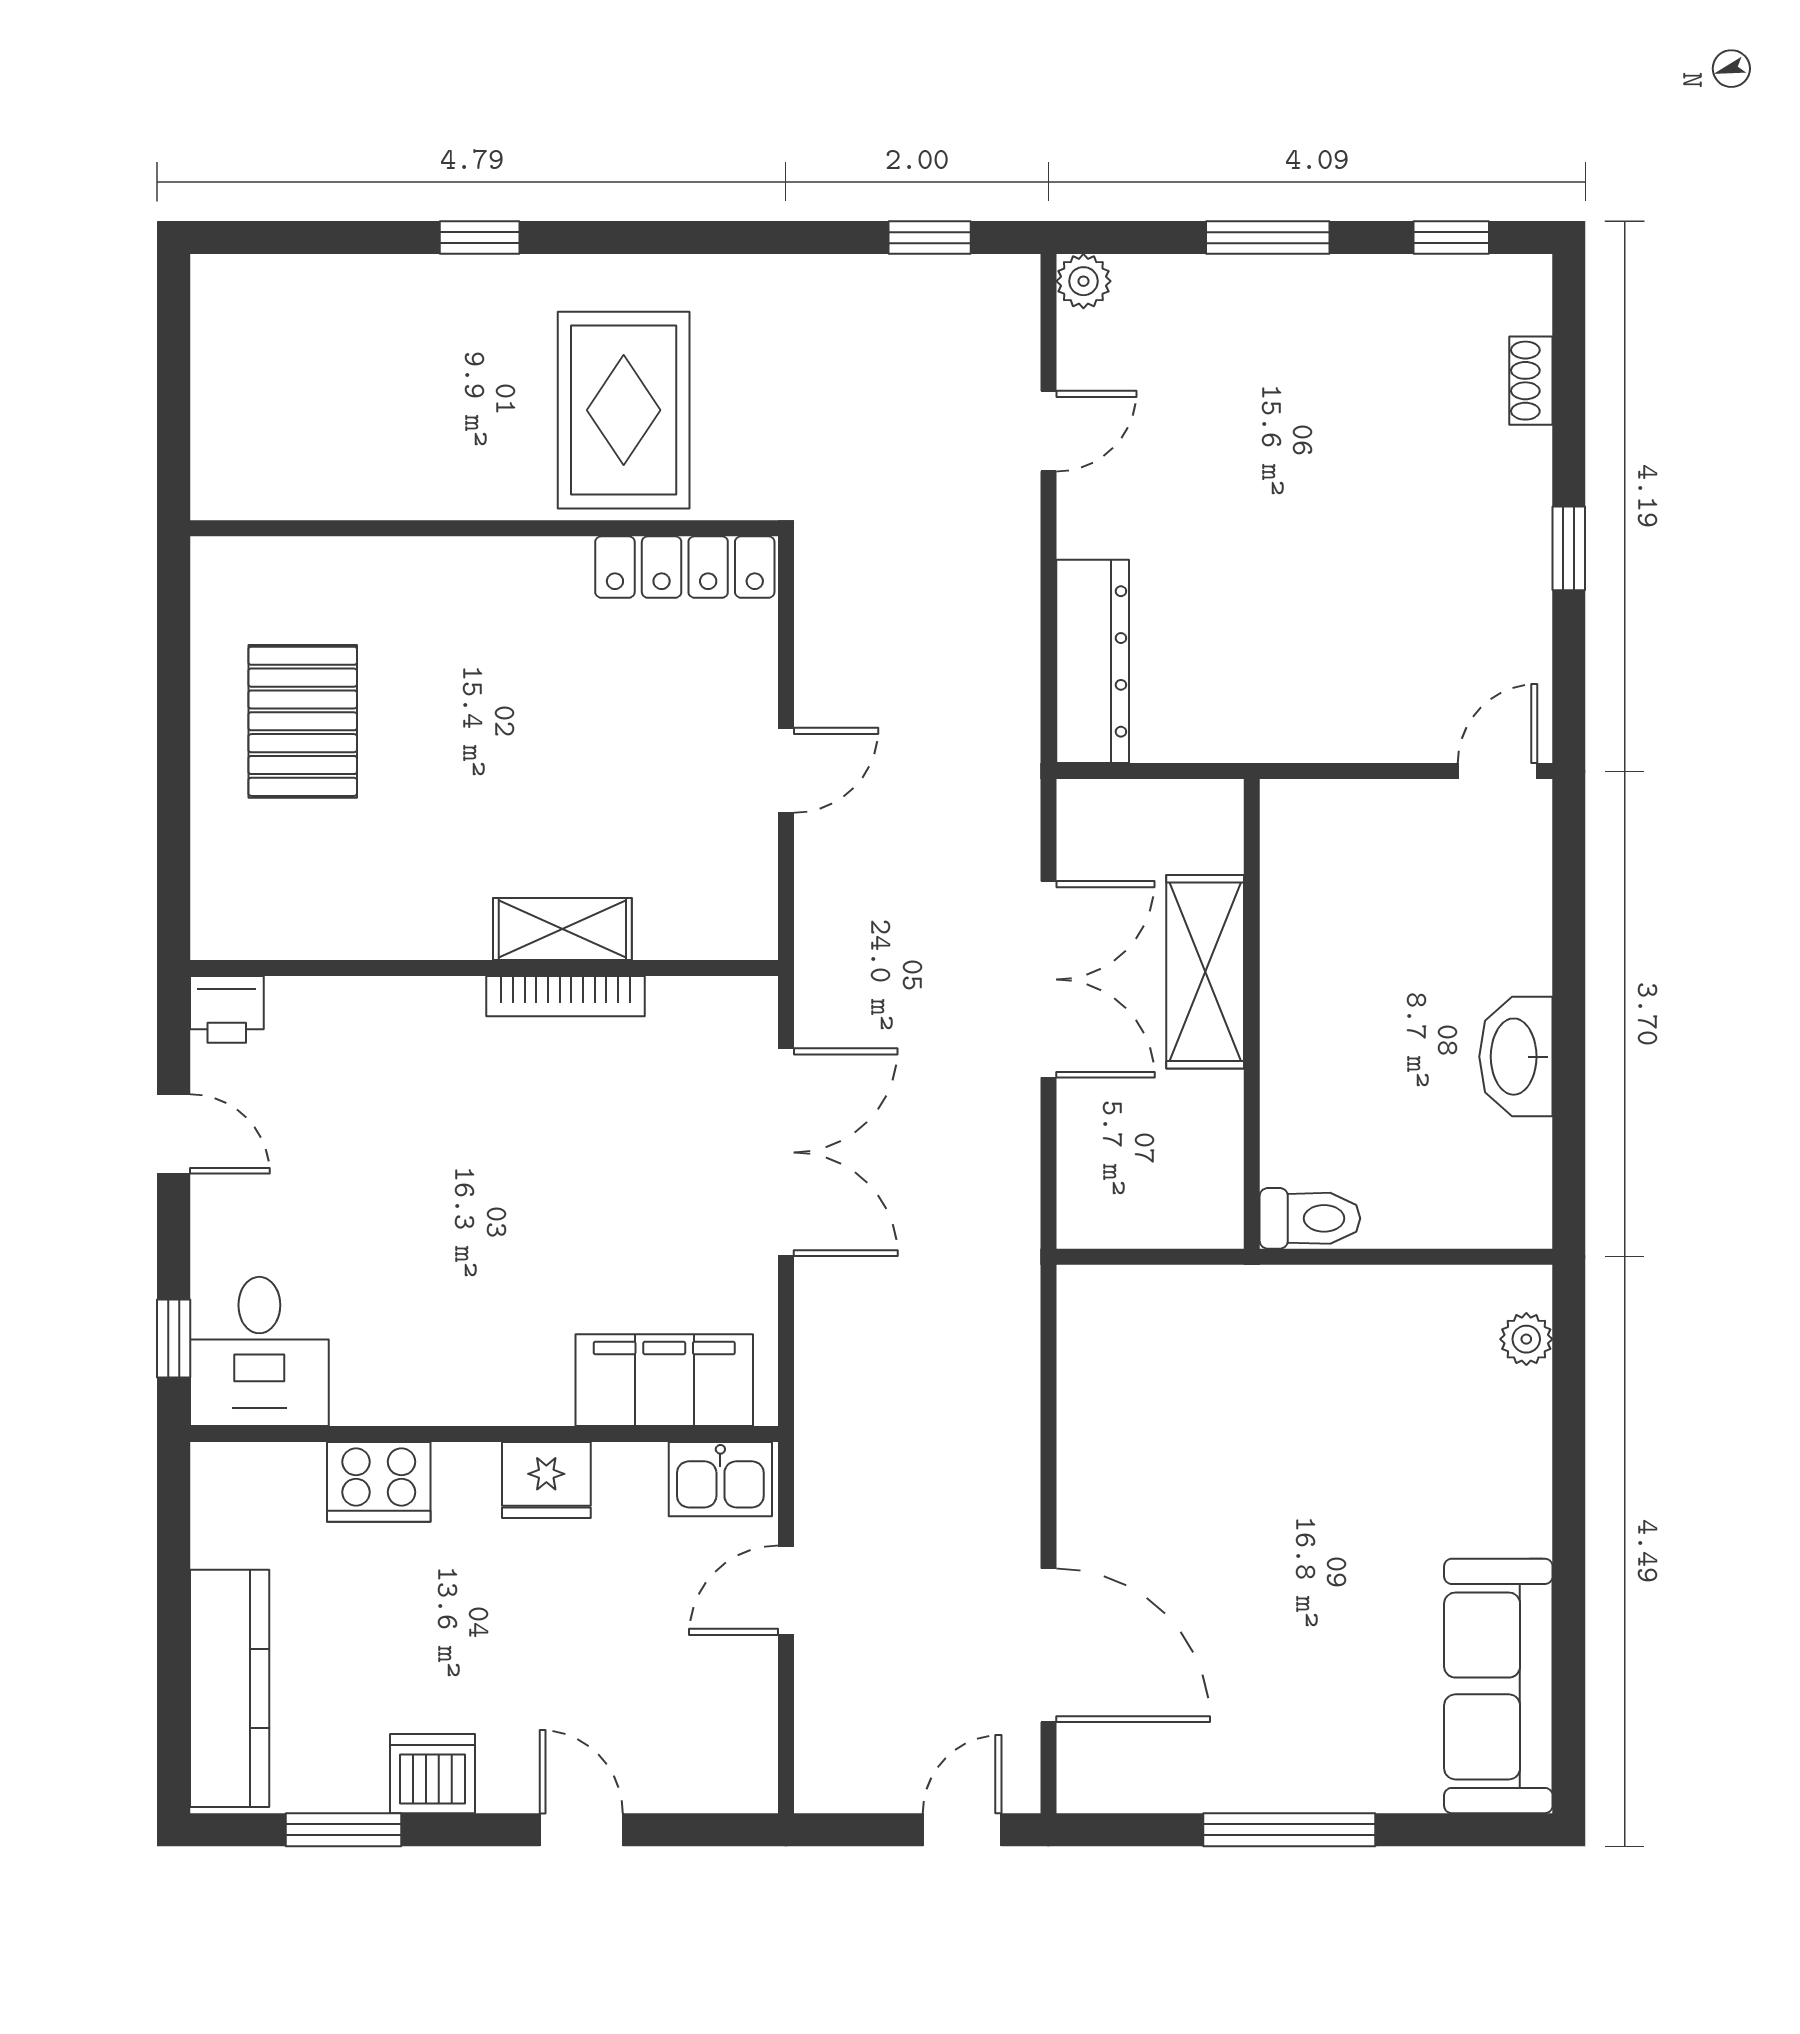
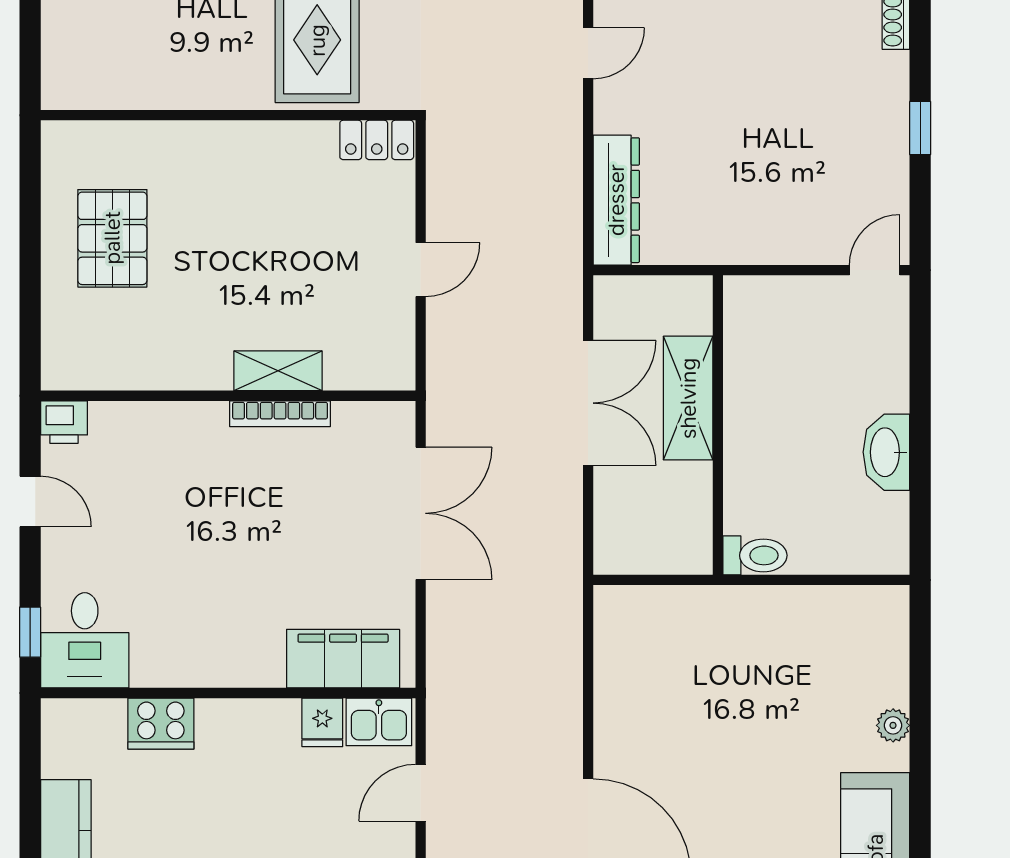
locker: (685, 567) -> (377, 140), width x0.66
plant: (1526, 1339) -> (893, 725), moved
fridge: (546, 1480) -> (322, 722), moved, width x0.72

